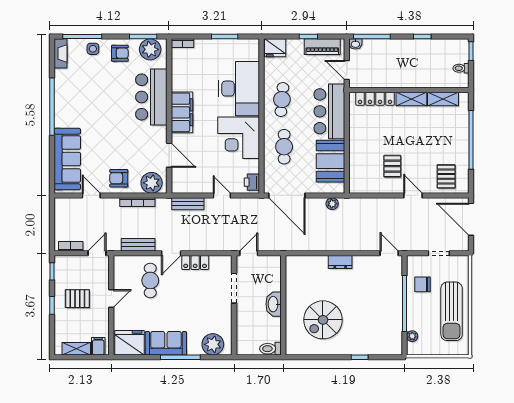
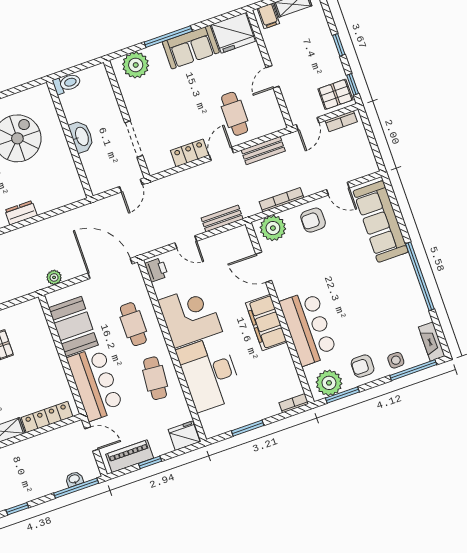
washbasin: (355, 44) -> (74, 479), moved
armchair: (119, 178) -> (313, 220), turned 180
pallet: (77, 299) -> (335, 94), moved

